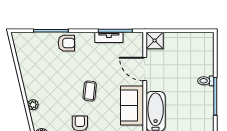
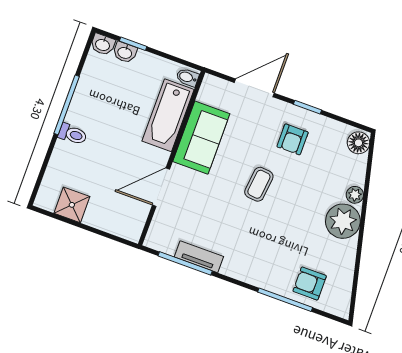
shower: (155, 41) -> (72, 205), moved
armchair: (66, 43) -> (310, 283), moved
door: (145, 69) -> (161, 187), swing flipped
plant: (34, 87) -> (343, 221), added

